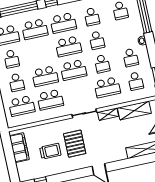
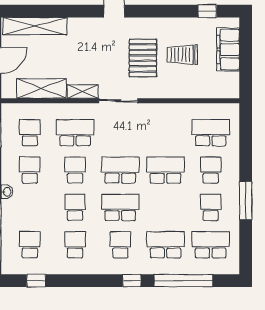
school desk: (63, 23) -> (120, 245), width x0.54
school desk: (50, 100) -> (165, 133), removed
filing cabinet: (19, 148) -> (228, 50), moved

